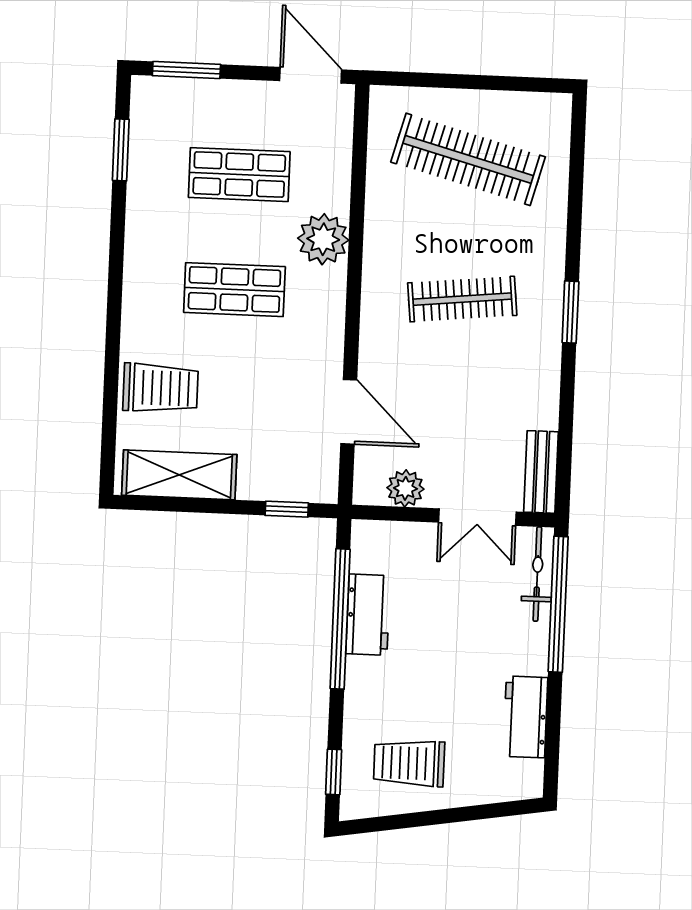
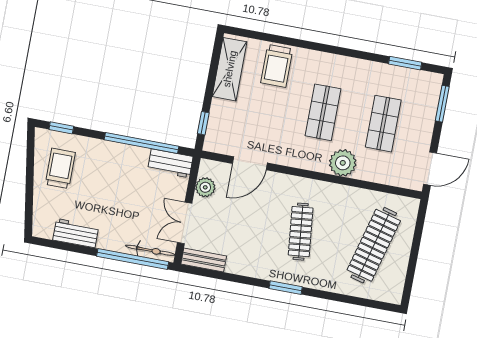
workbench: (368, 615) -> (170, 163), moved

